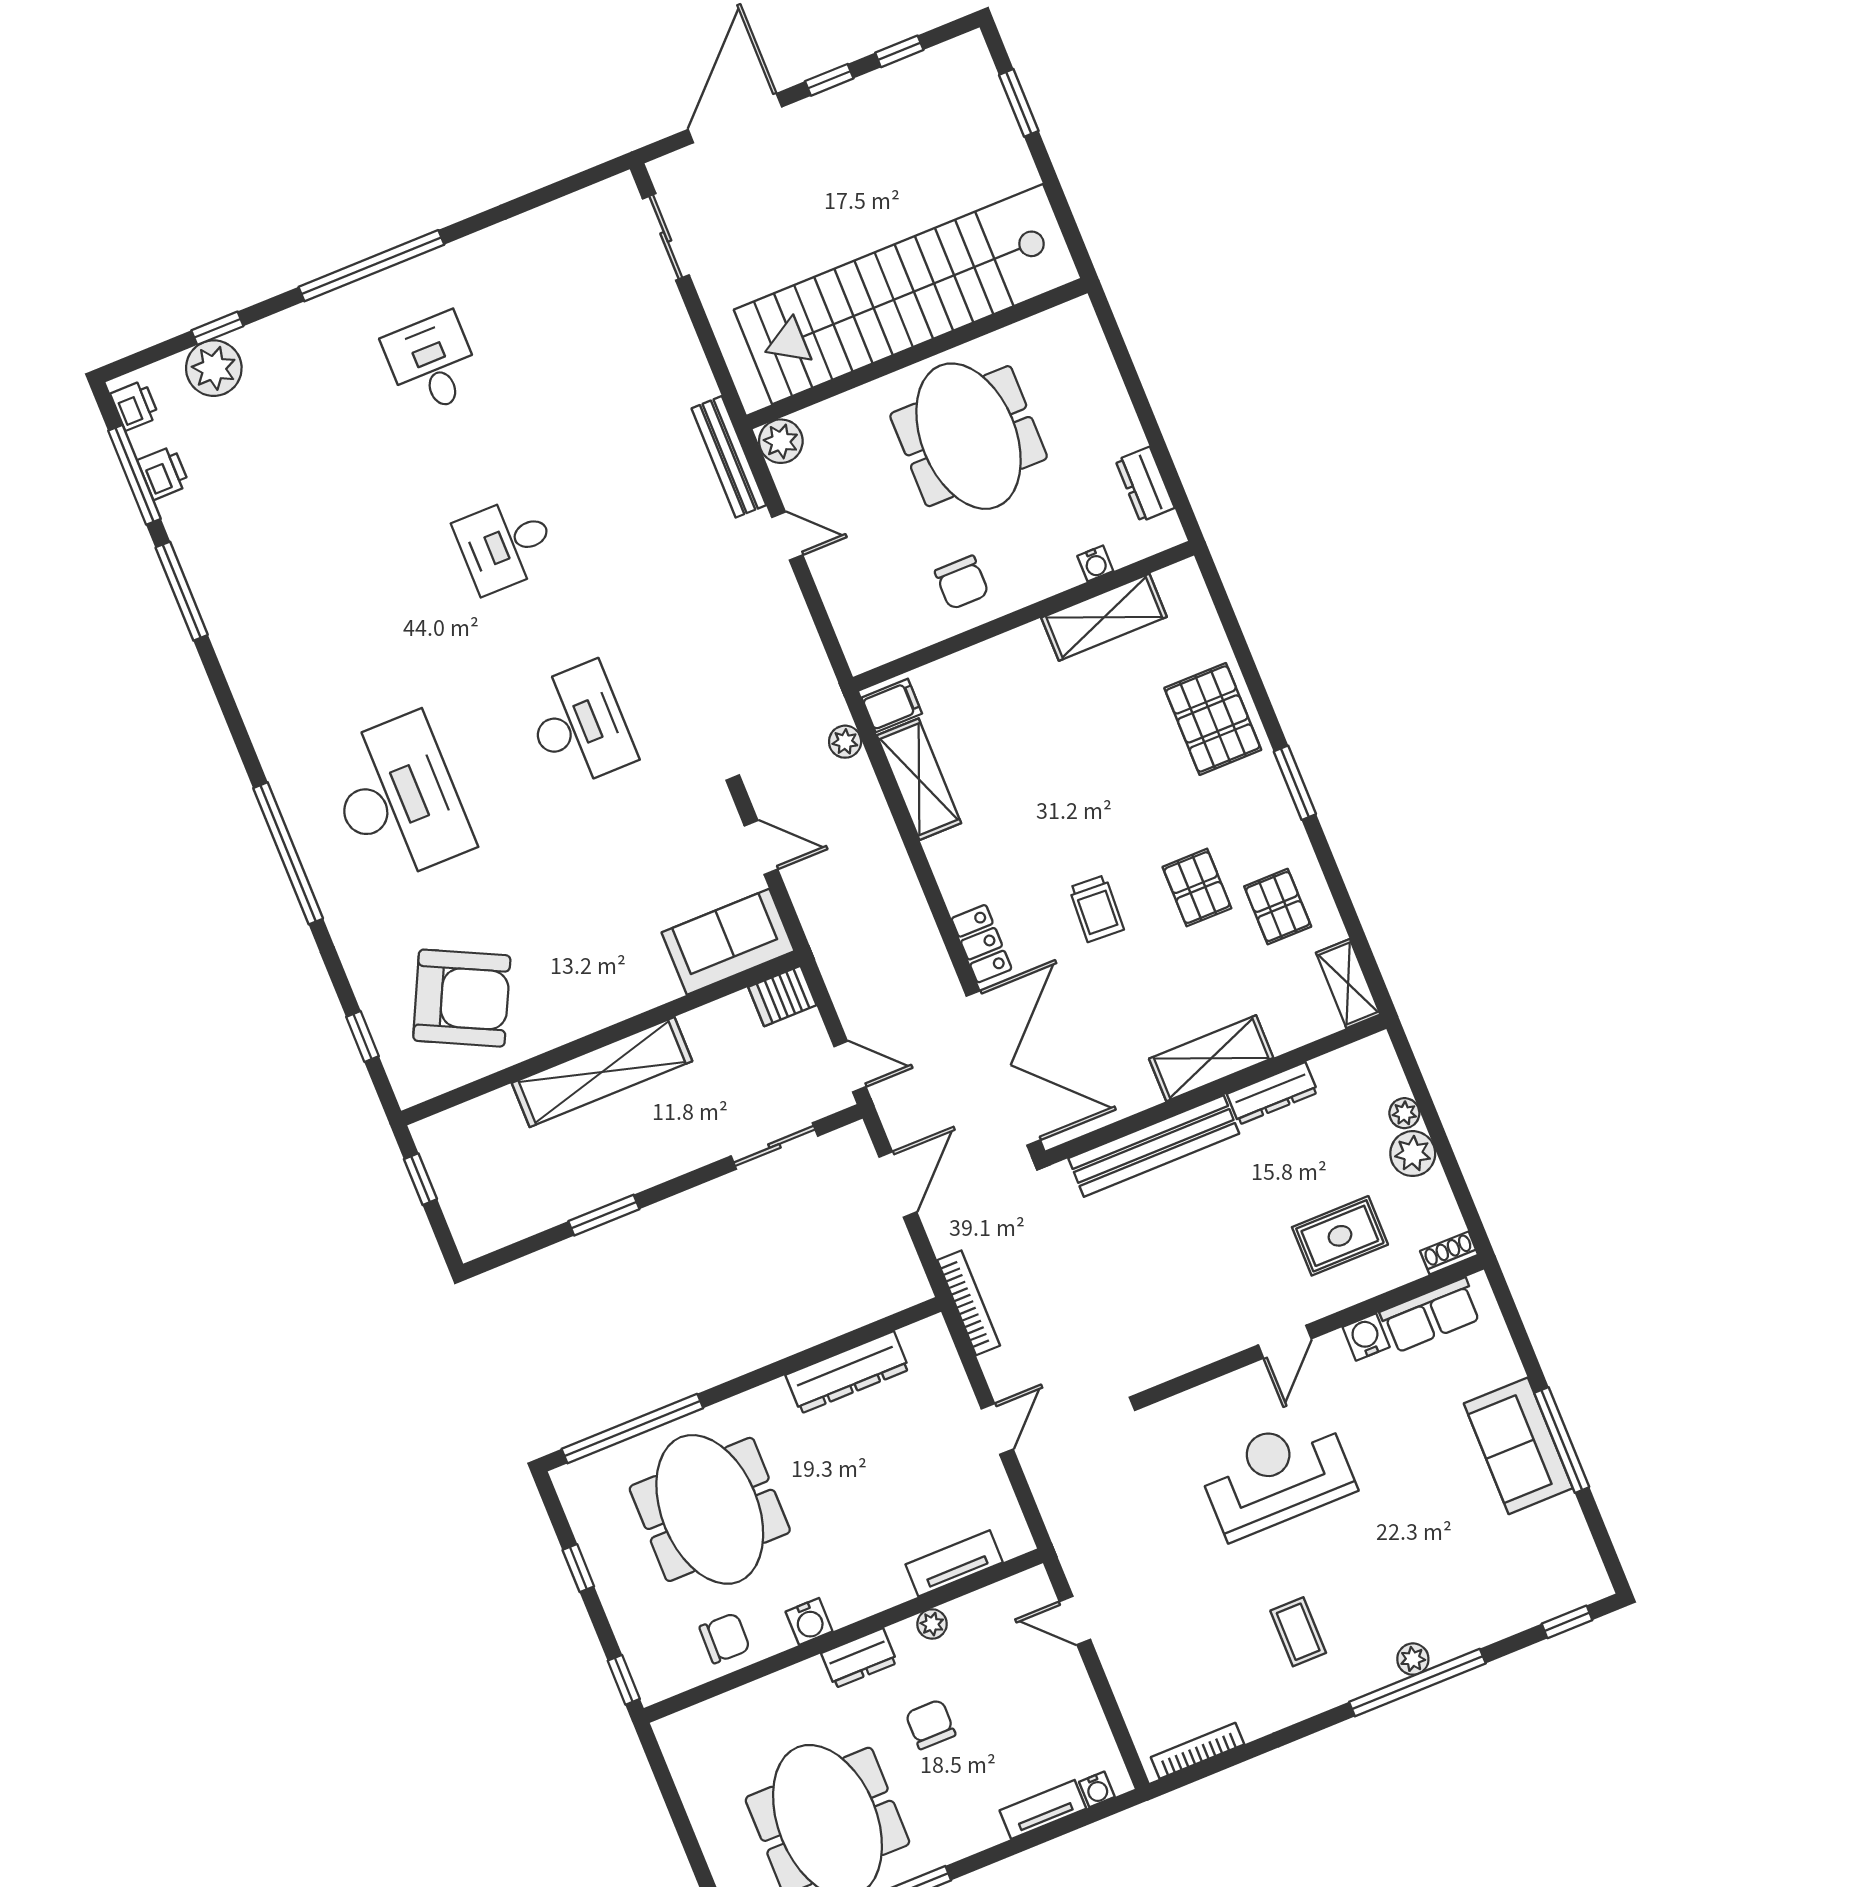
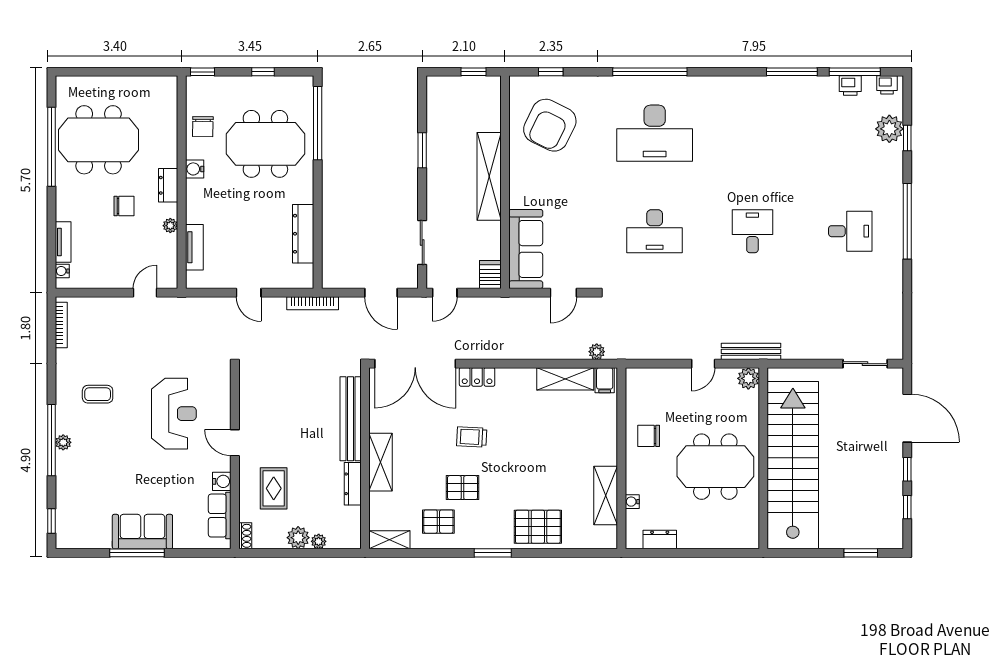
sofa: (728, 942) -> (526, 249), width x1.36

